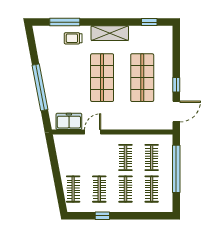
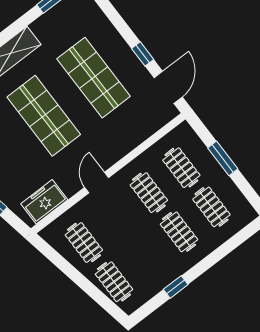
door: (93, 132) -> (97, 182), moved
window: (176, 169) -> (223, 158), width x0.47
clothes rail: (99, 189) -> (84, 242), moved

